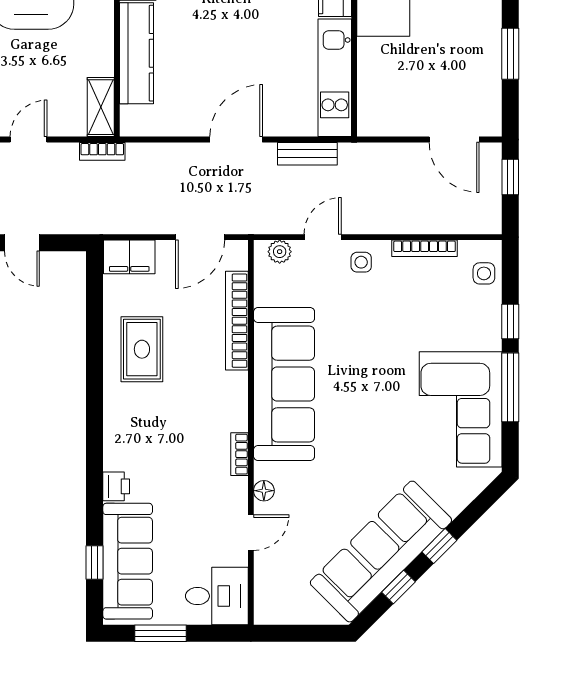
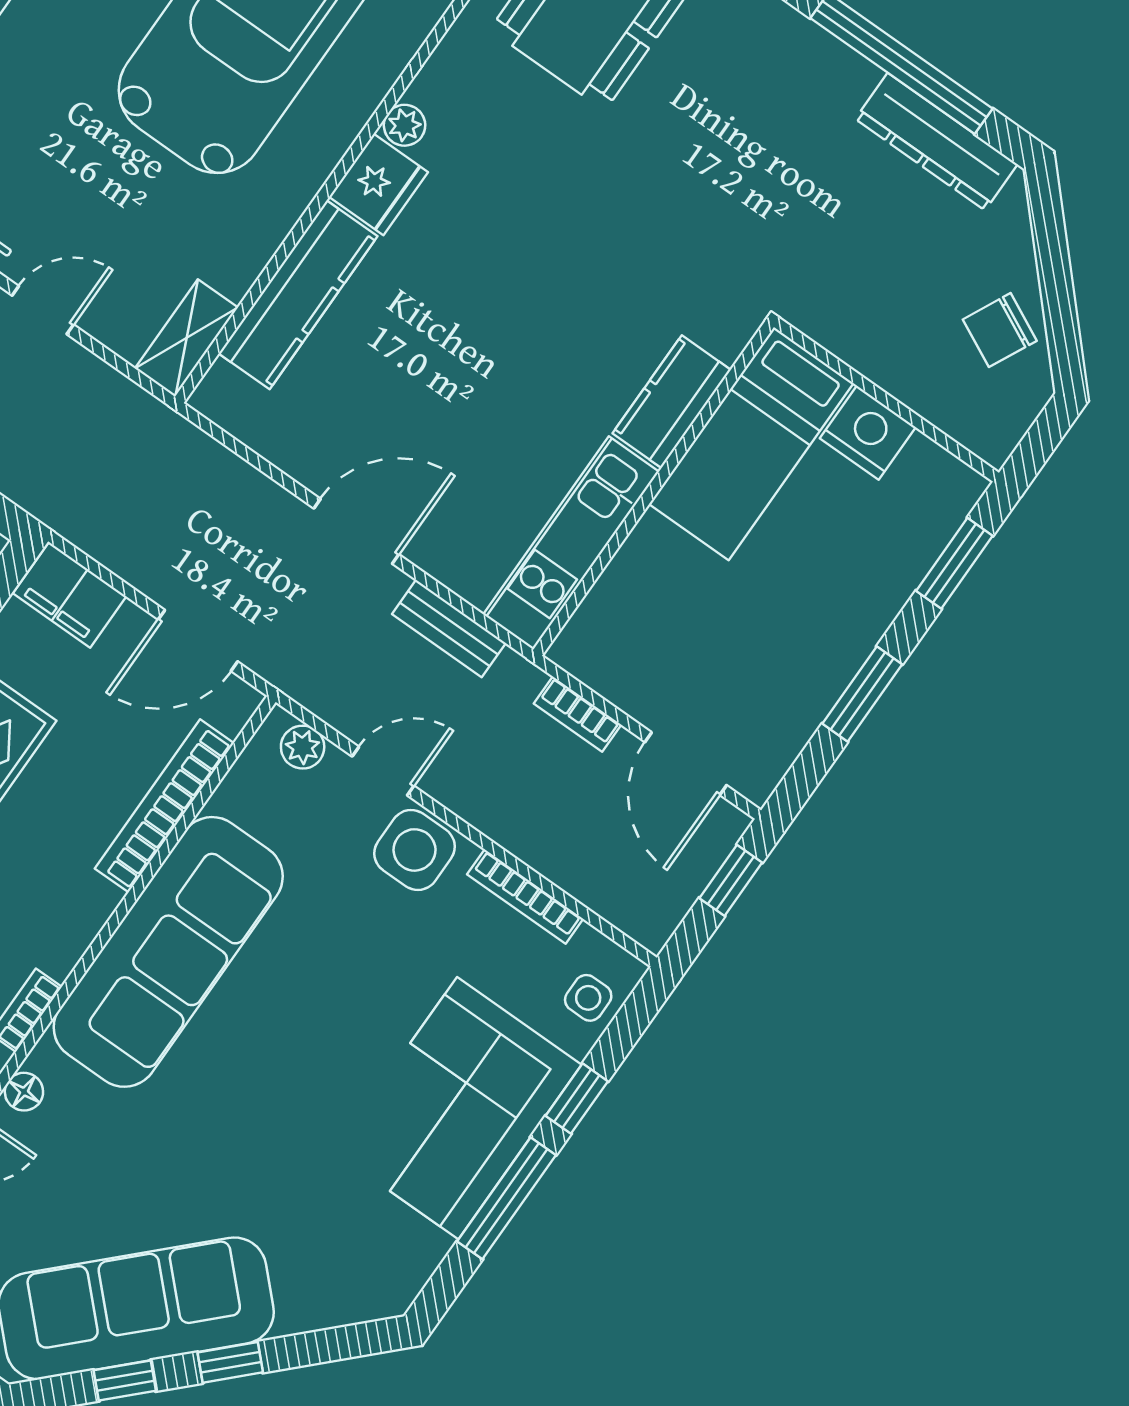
bookcase: (102, 151) -> (578, 714), moved
side table: (361, 262) -> (415, 850), width x1.87, depth x1.87
corner sofa: (461, 409) -> (458, 1108), moved

